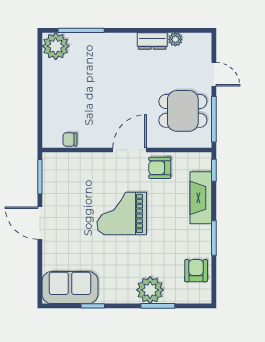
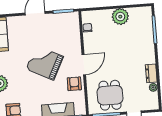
plant: (56, 46) -> (120, 17), moved
door: (130, 150) -> (84, 65), hinge flipped
grand piano: (122, 213) -> (45, 63), turned -63

